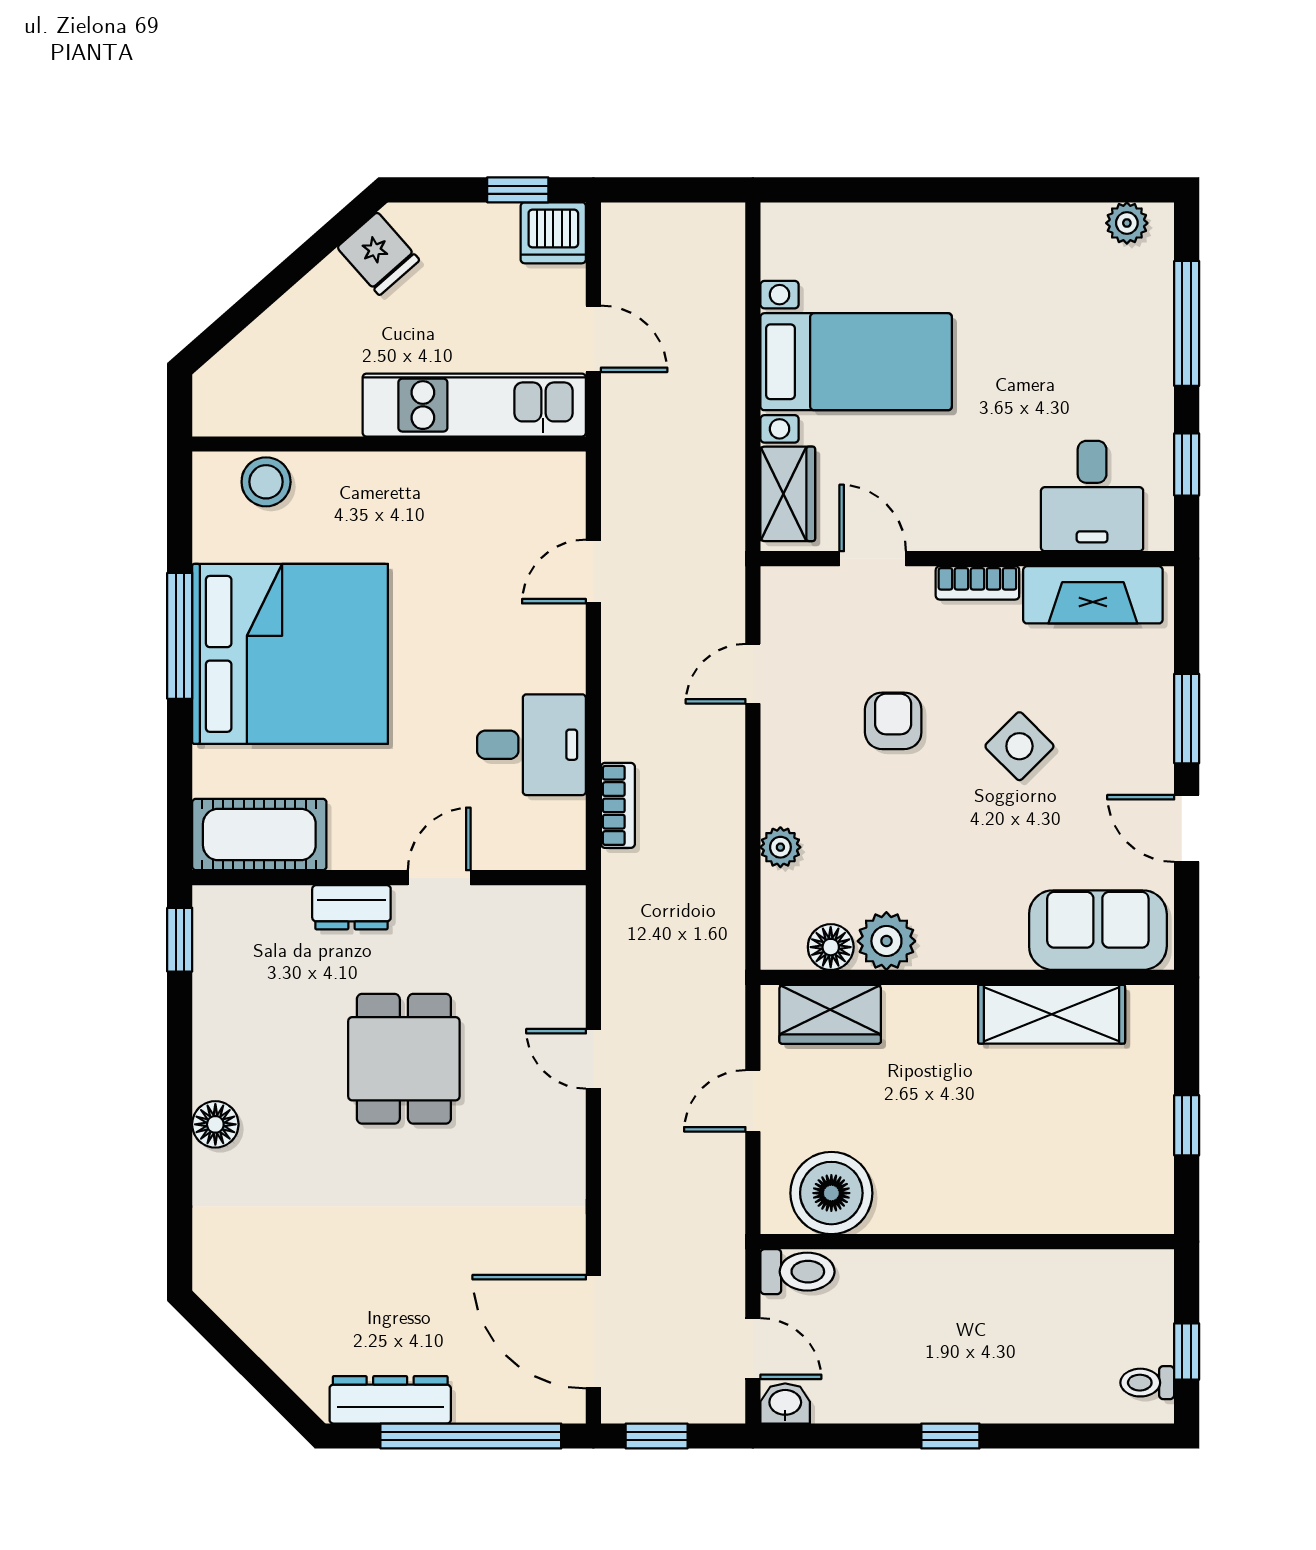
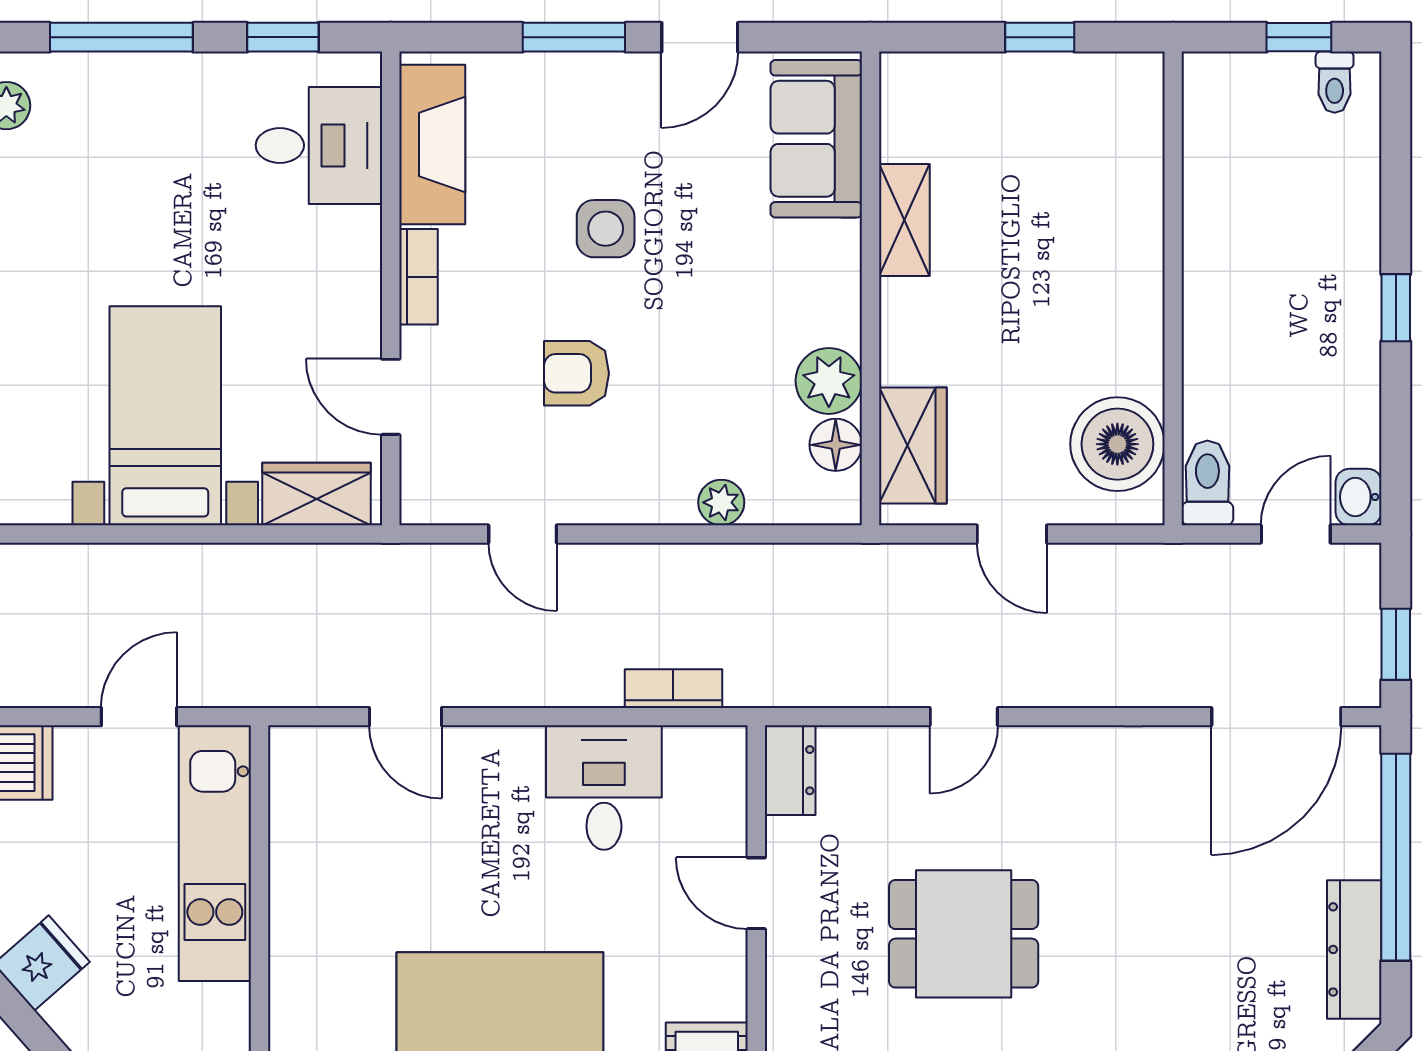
door: (873, 559) -> (391, 397), hinge flipped
side table: (1019, 746) -> (606, 229), turned 45
dresser: (351, 907) -> (790, 770), moved
shelving: (1052, 1014) -> (904, 220), width x0.67, depth x0.75

